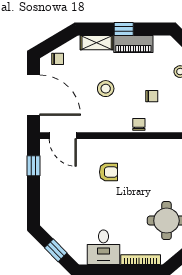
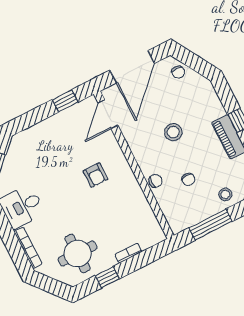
shelving: (97, 43) -> (213, 101), removed

